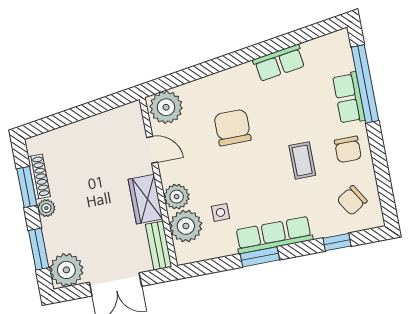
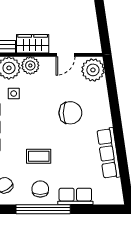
row of seats: (279, 63) -> (109, 153), width x1.48
window: (365, 84) -> (43, 209), moved
chair: (348, 149) -> (40, 189), turned 90

